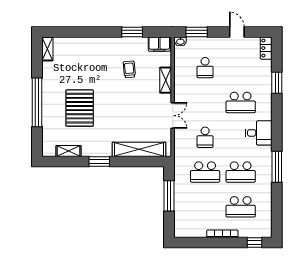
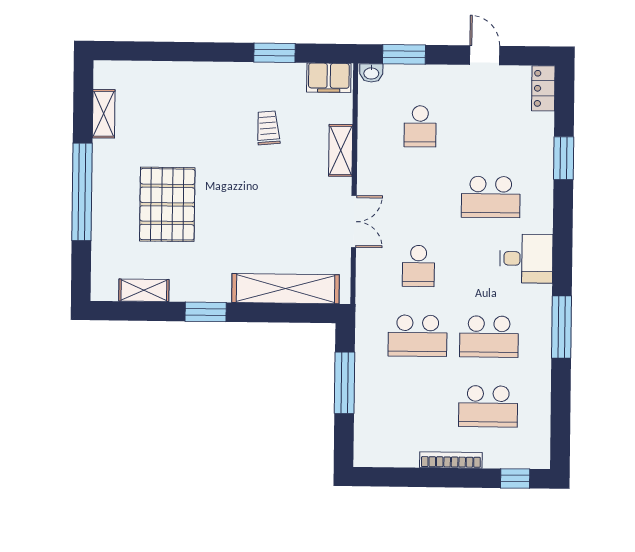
shelving: (47, 49) -> (104, 114), moved

